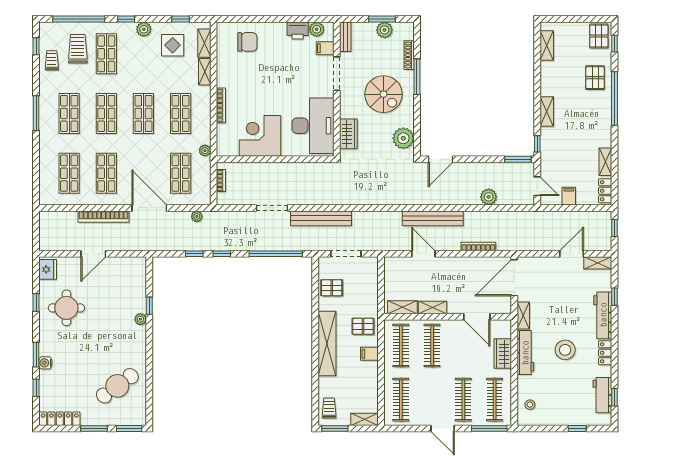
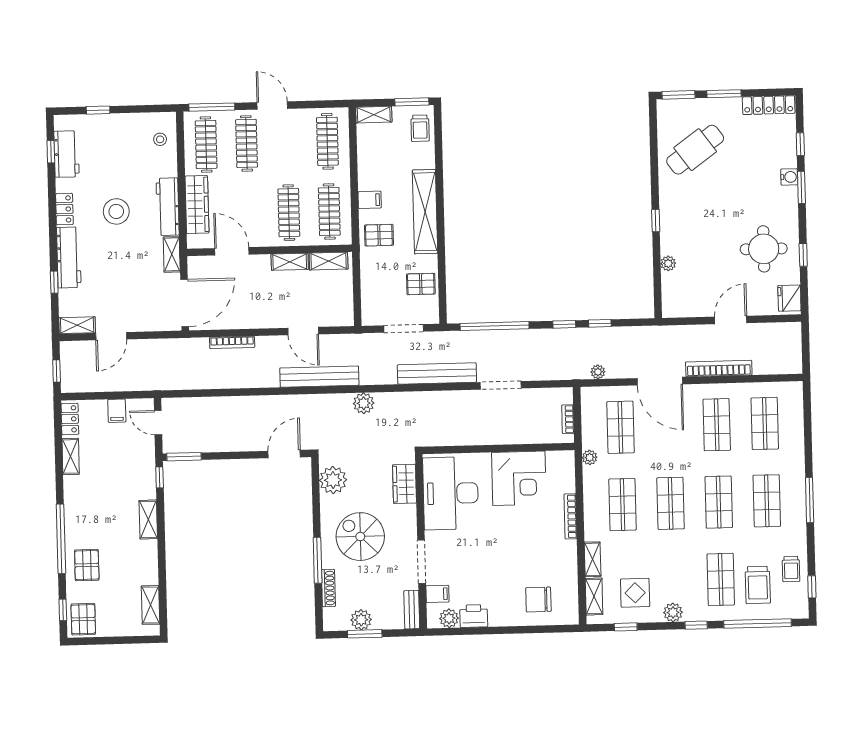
plant: (489, 197) -> (364, 403), moved
bench: (433, 218) -> (319, 377), moved
window: (149, 306) -> (656, 221), moved
plant: (140, 319) -> (668, 263), moved
wardrobe: (503, 354) -> (197, 205), width x1.50

